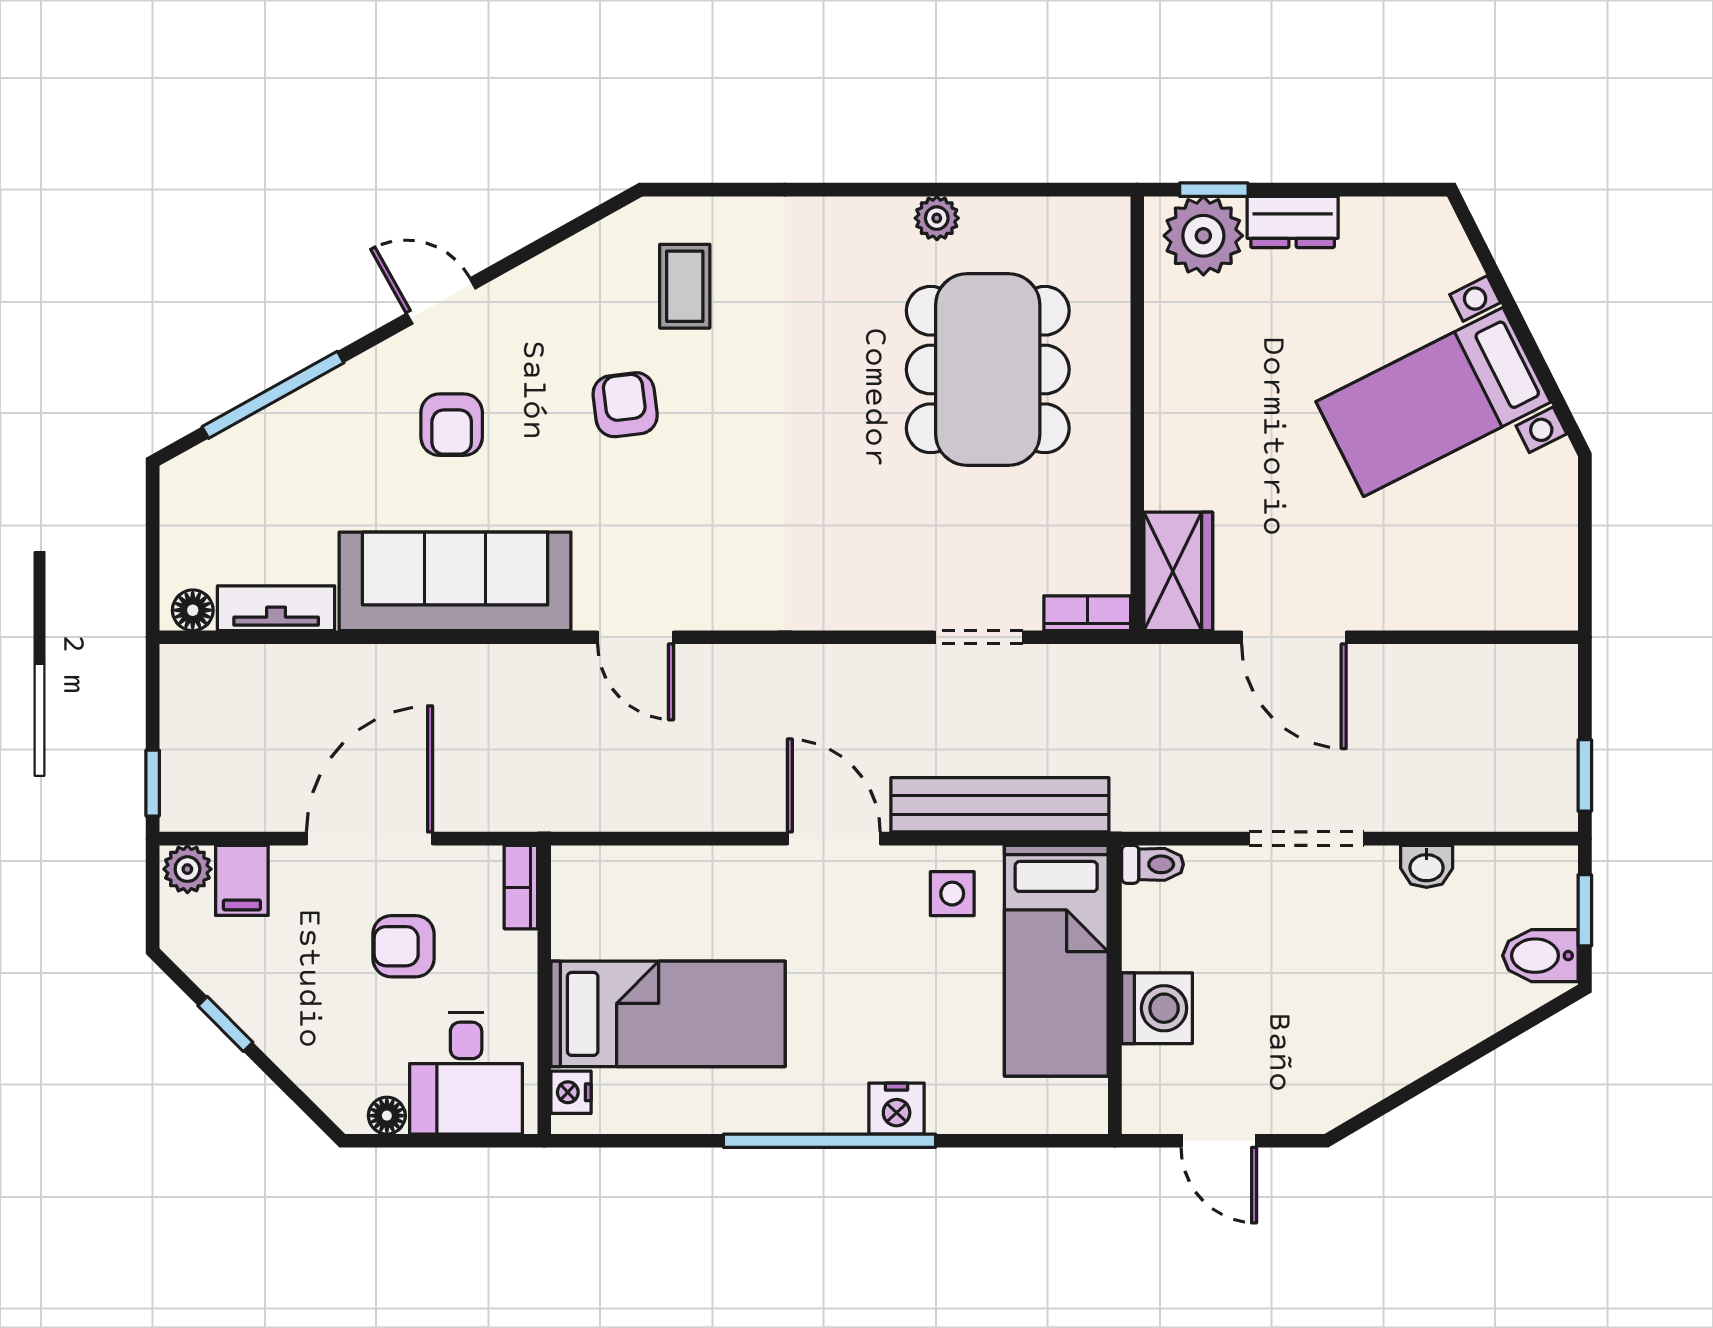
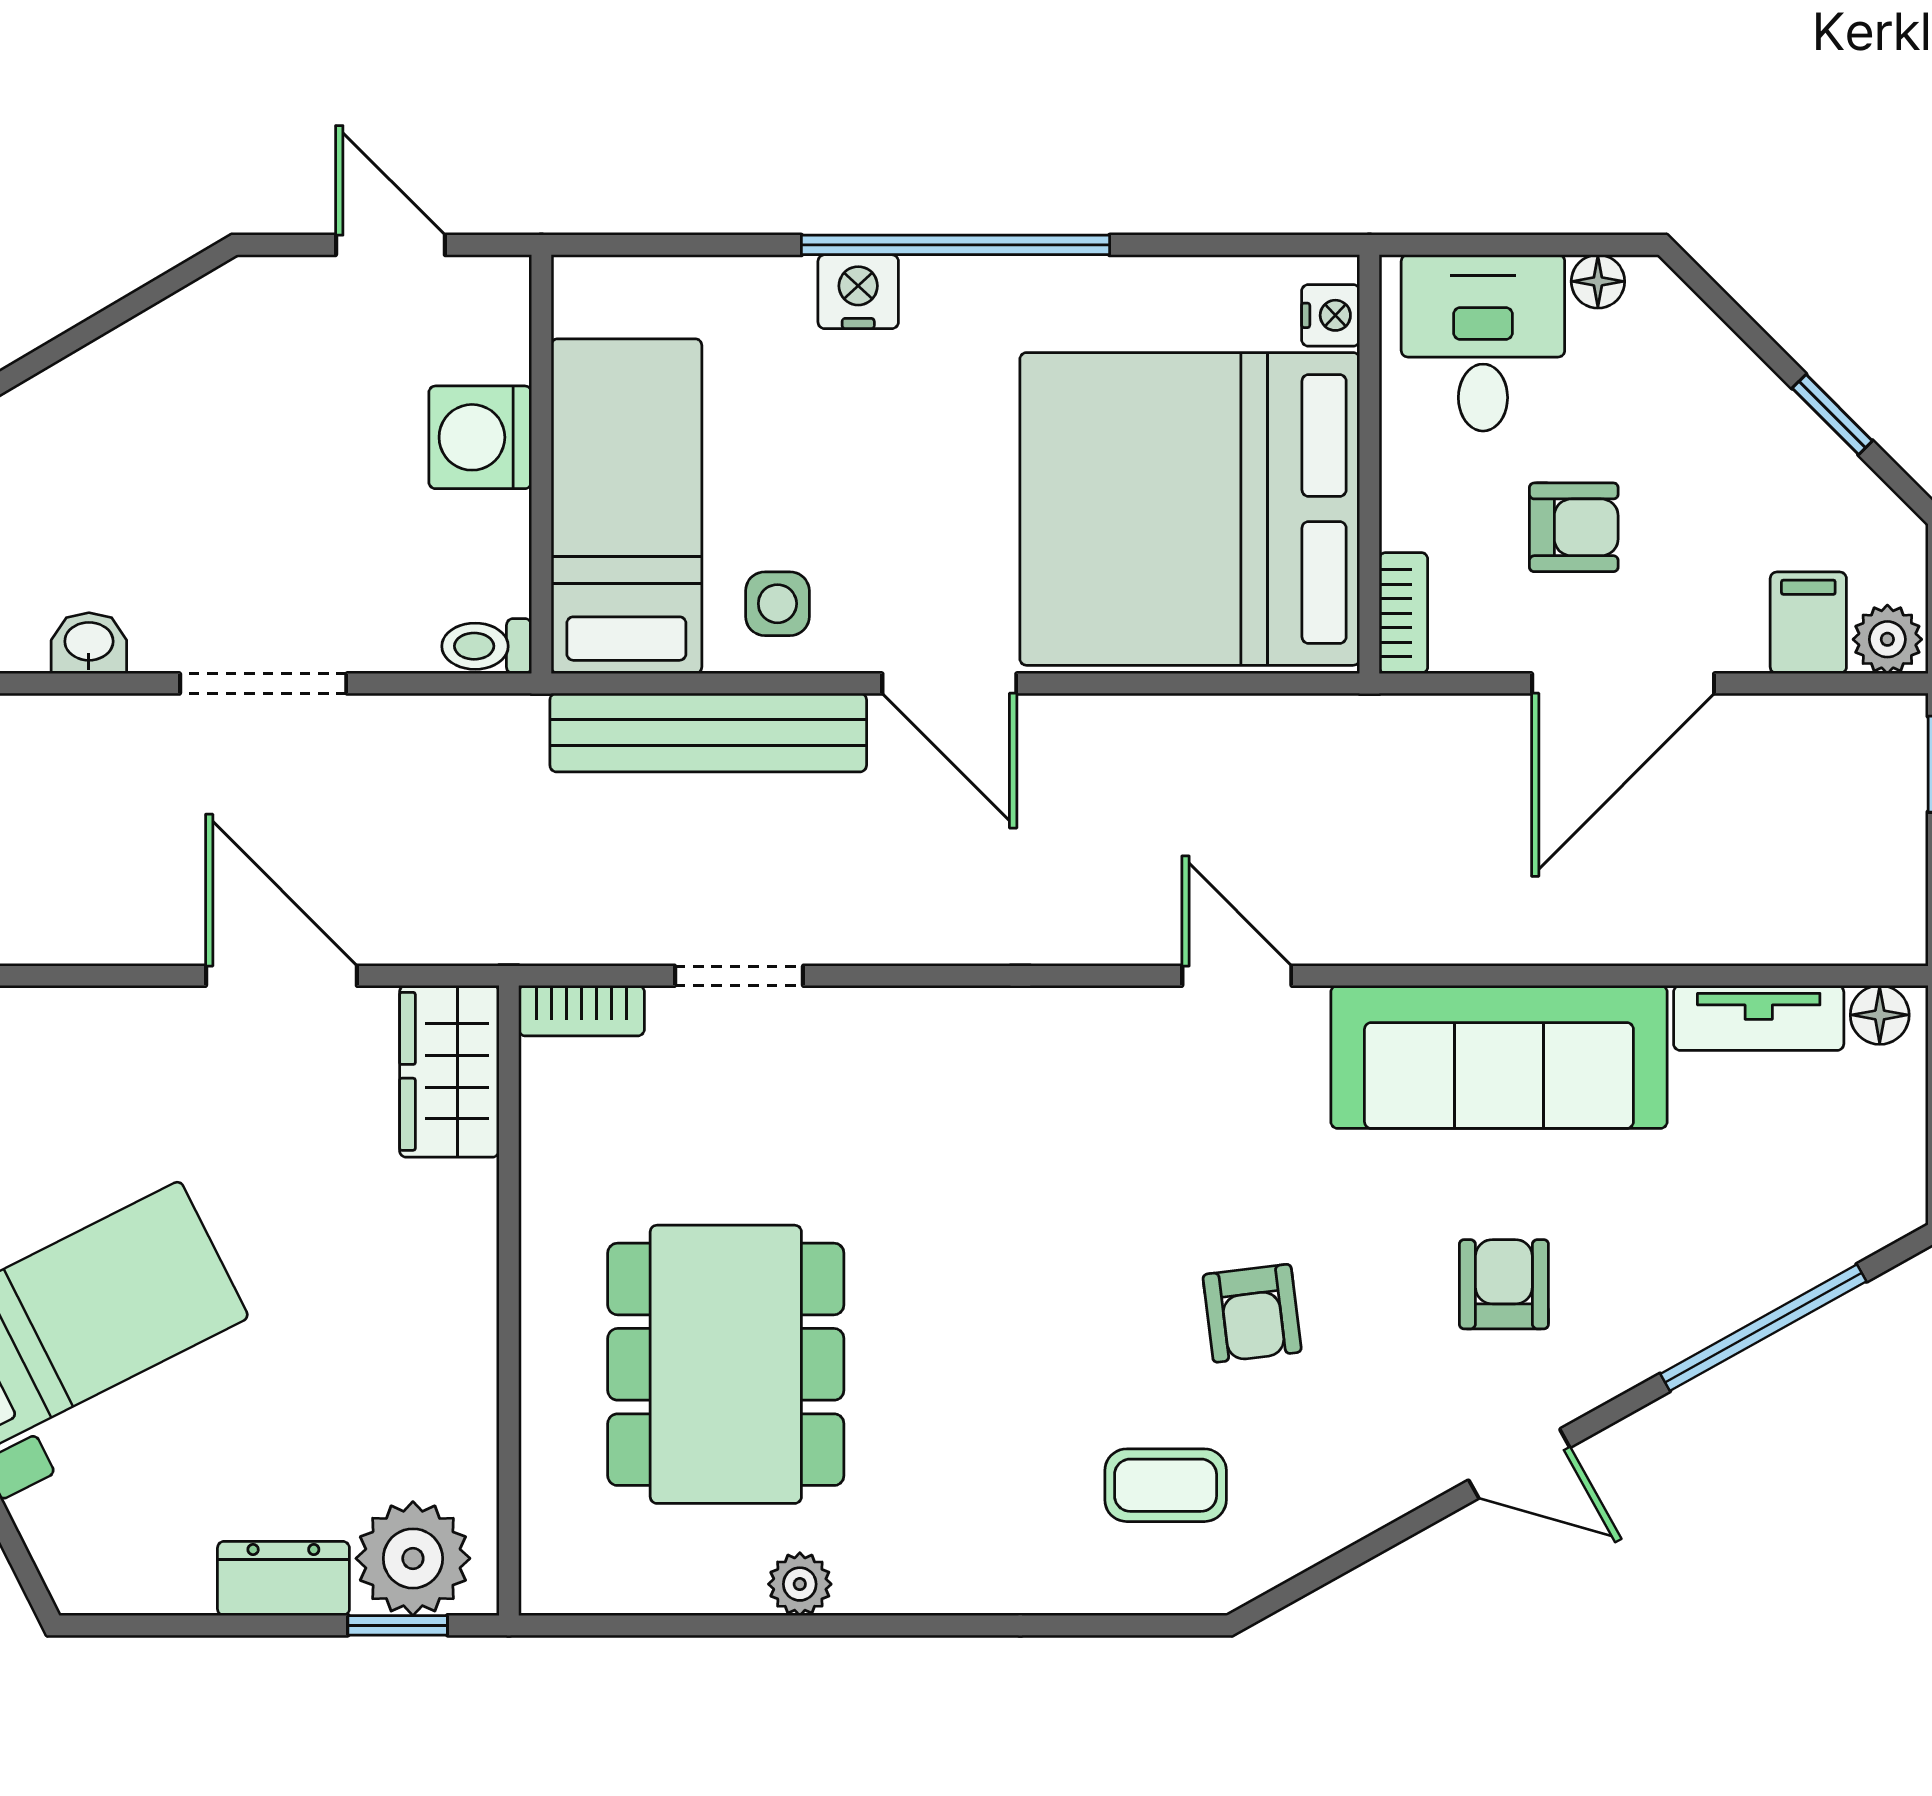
coffee table: (685, 286) -> (1166, 1485), turned 90
bed: (668, 1014) -> (1190, 509), width x2.04

